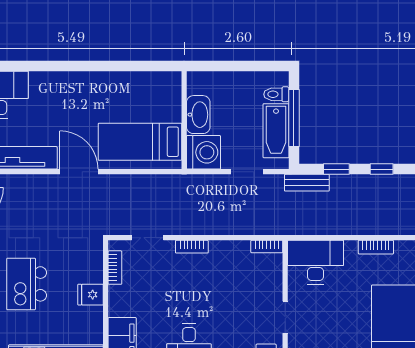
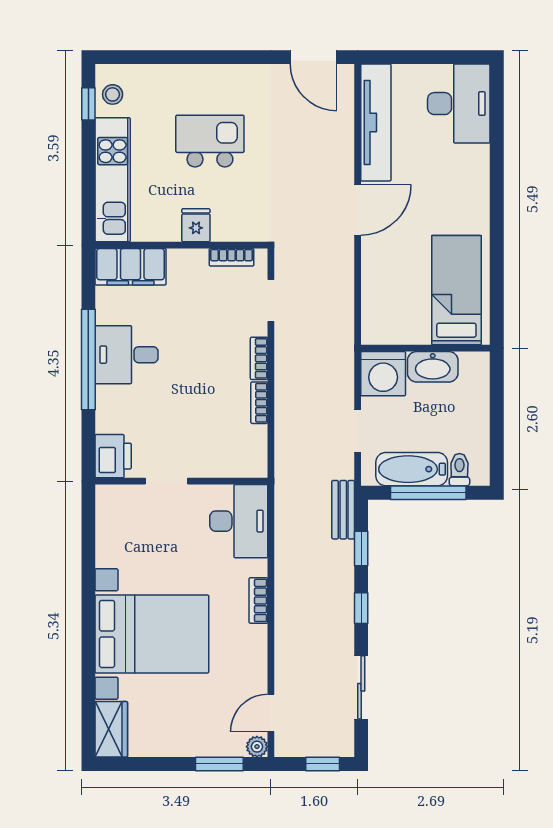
bed: (140, 142) -> (456, 290), moved
bookcase: (267, 247) -> (259, 403), moved

